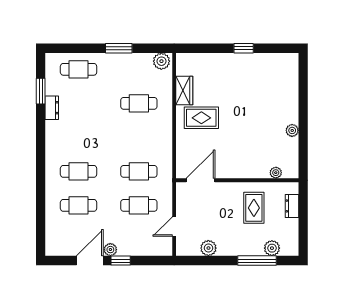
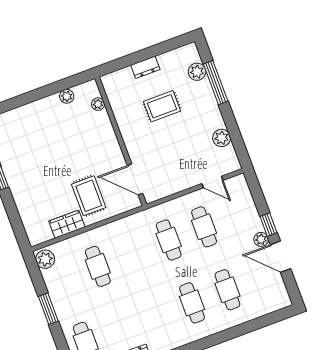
plant: (276, 173) -> (98, 104), moved
door: (201, 180) -> (135, 180), moved
wall: (237, 180) -> (121, 141), moved

